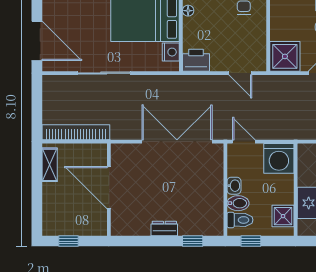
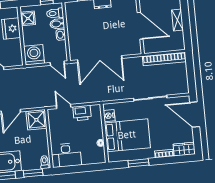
printer: (196, 60) -> (82, 113), moved
shelving: (50, 165) -> (177, 20), moved

